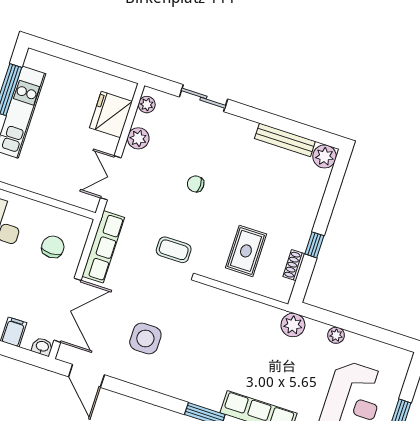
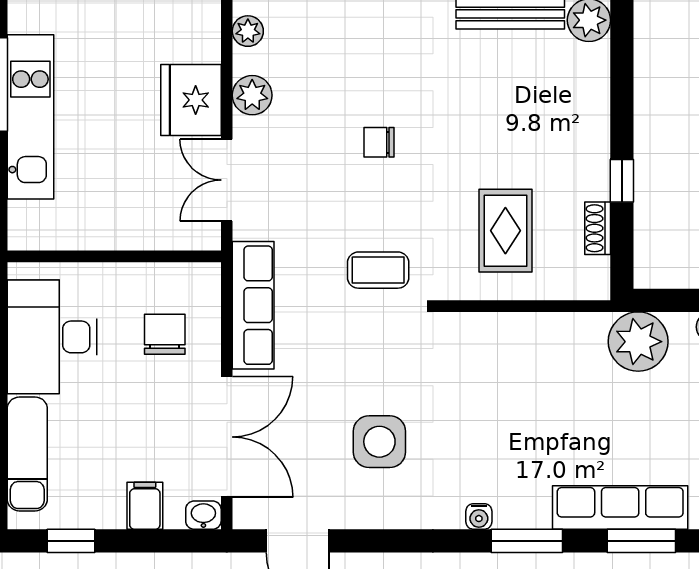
fridge: (111, 115) -> (191, 100), moved
plant: (293, 325) -> (638, 342), width x1.36, depth x1.36
water cooler: (184, 394) -> (479, 516), added

